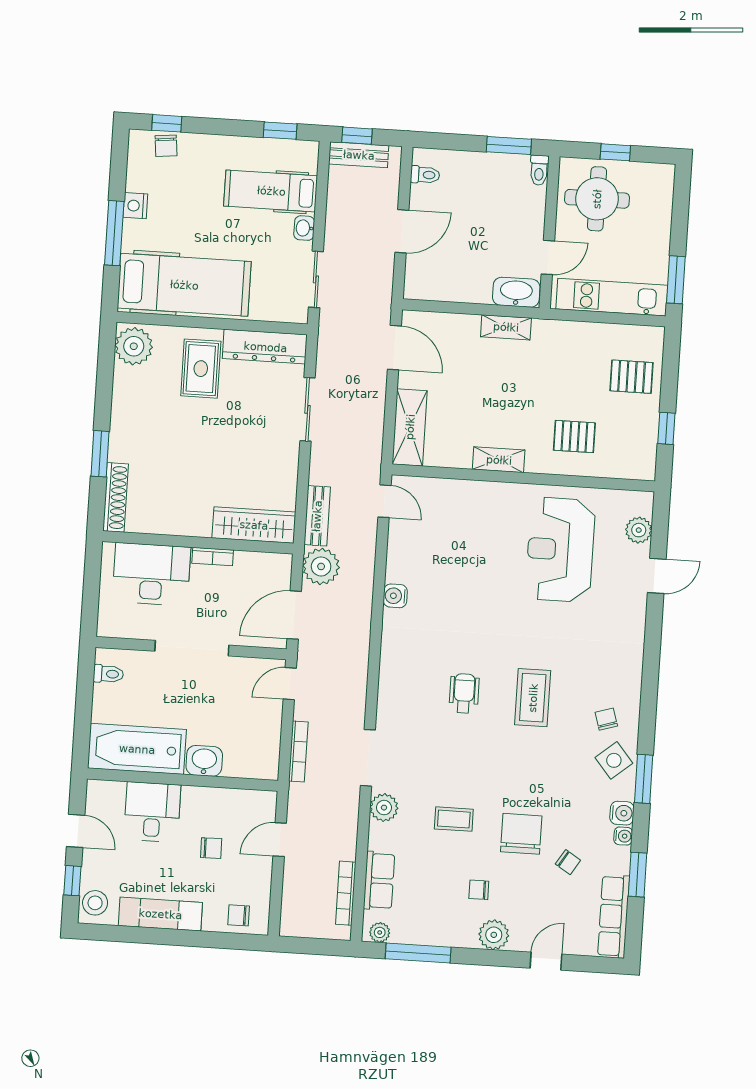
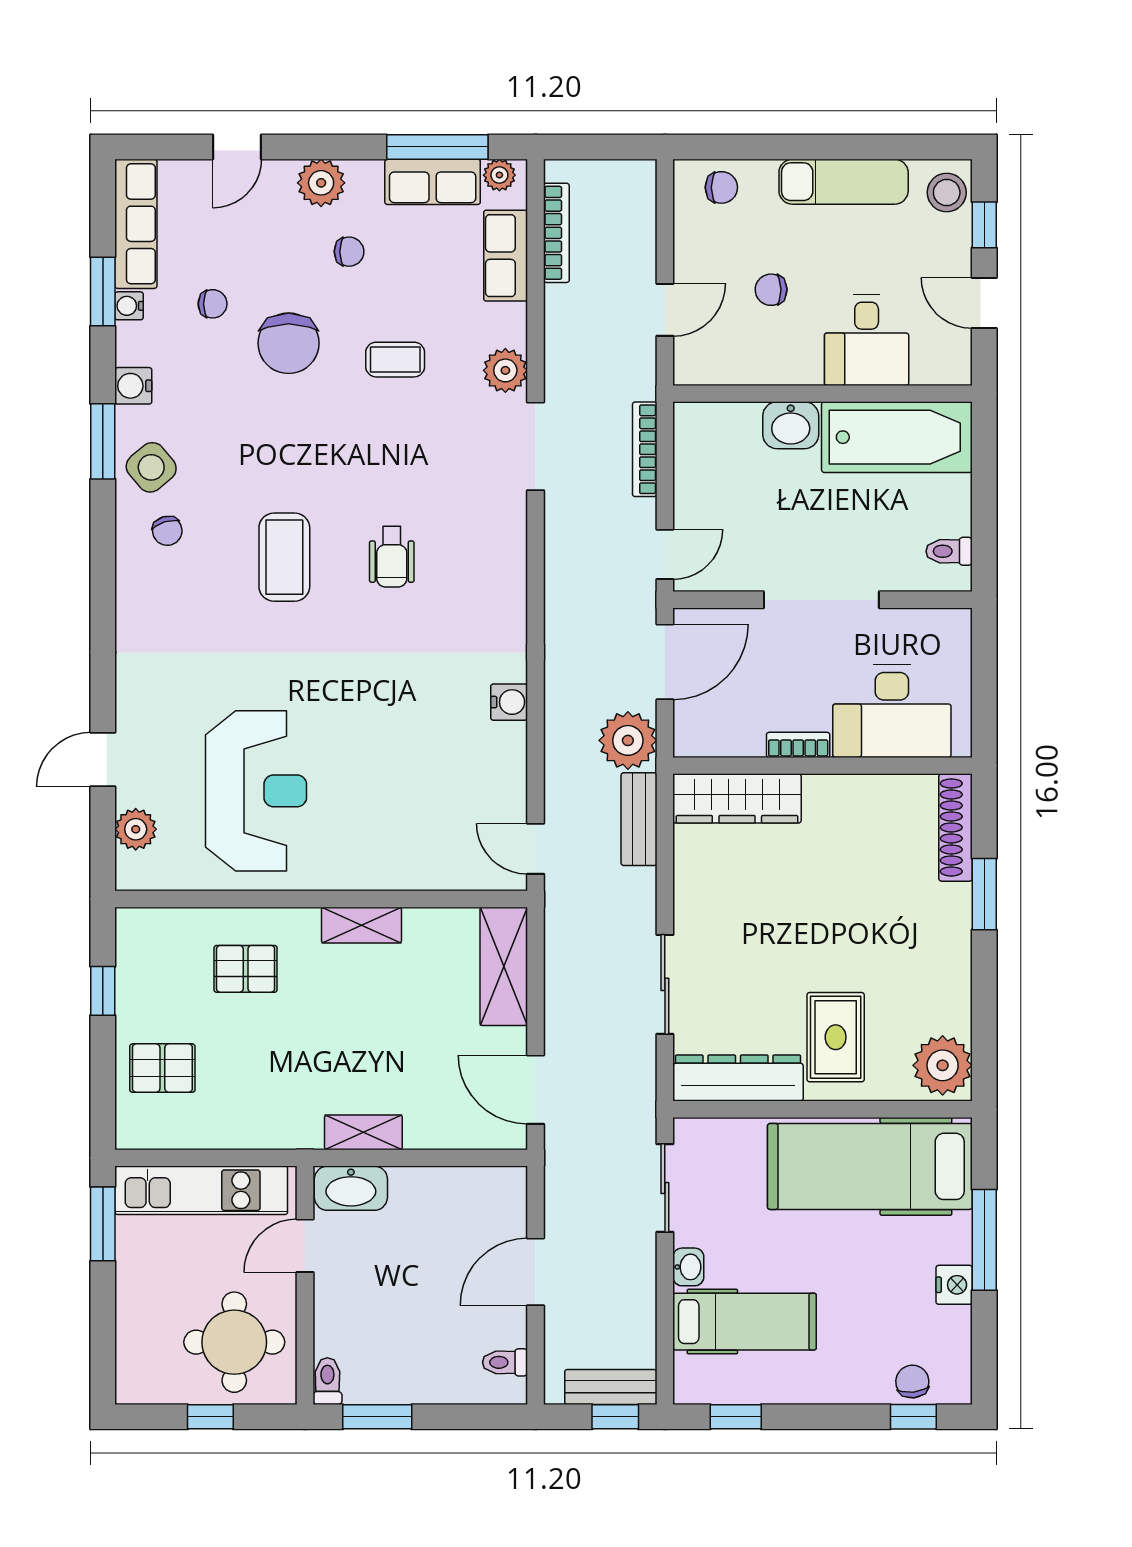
water cooler: (623, 836) -> (129, 306), moved
chair: (568, 862) -> (213, 304), turned 148
row of seats: (423, 931) -> (433, 182), added

